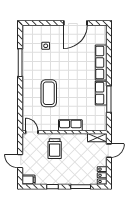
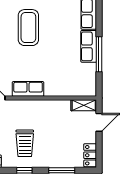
coffee table: (49, 93) -> (28, 28), moved
row of seats: (70, 125) -> (28, 89), moved
trolley: (55, 149) -> (25, 143), moved

